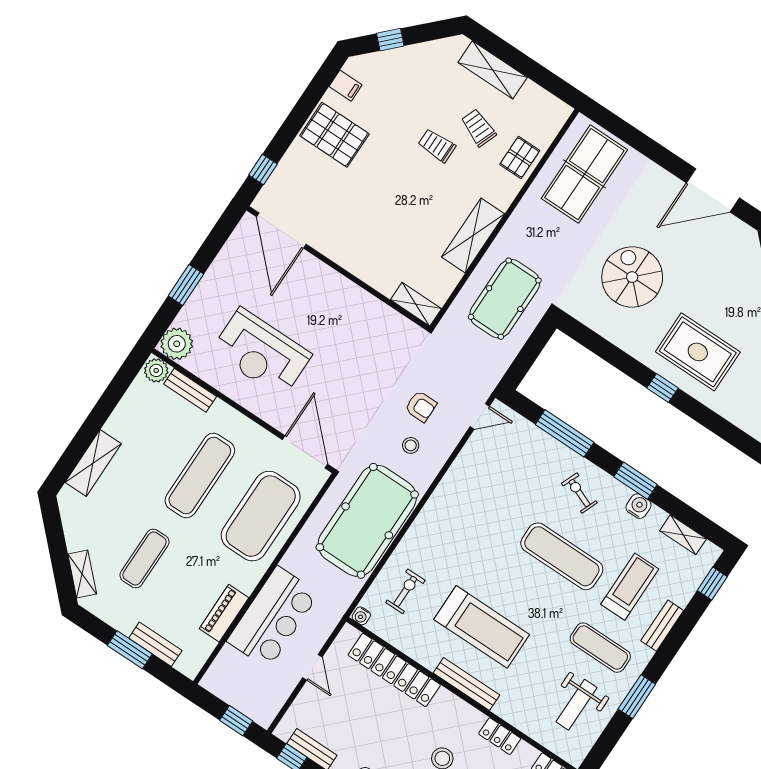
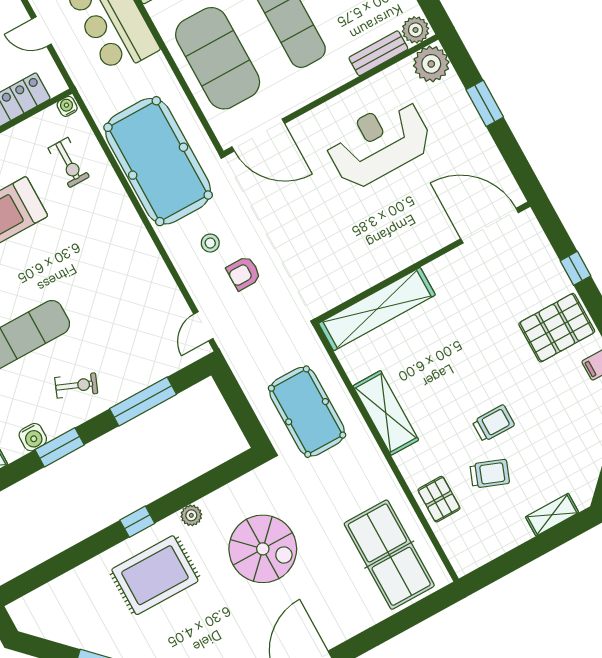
shelving: (493, 70) -> (552, 515), width x0.67, depth x0.75
window: (263, 169) -> (575, 268), moved
shelving: (416, 304) -> (377, 309), width x2.20, depth x1.33
plant: (635, 348) -> (191, 515), added

